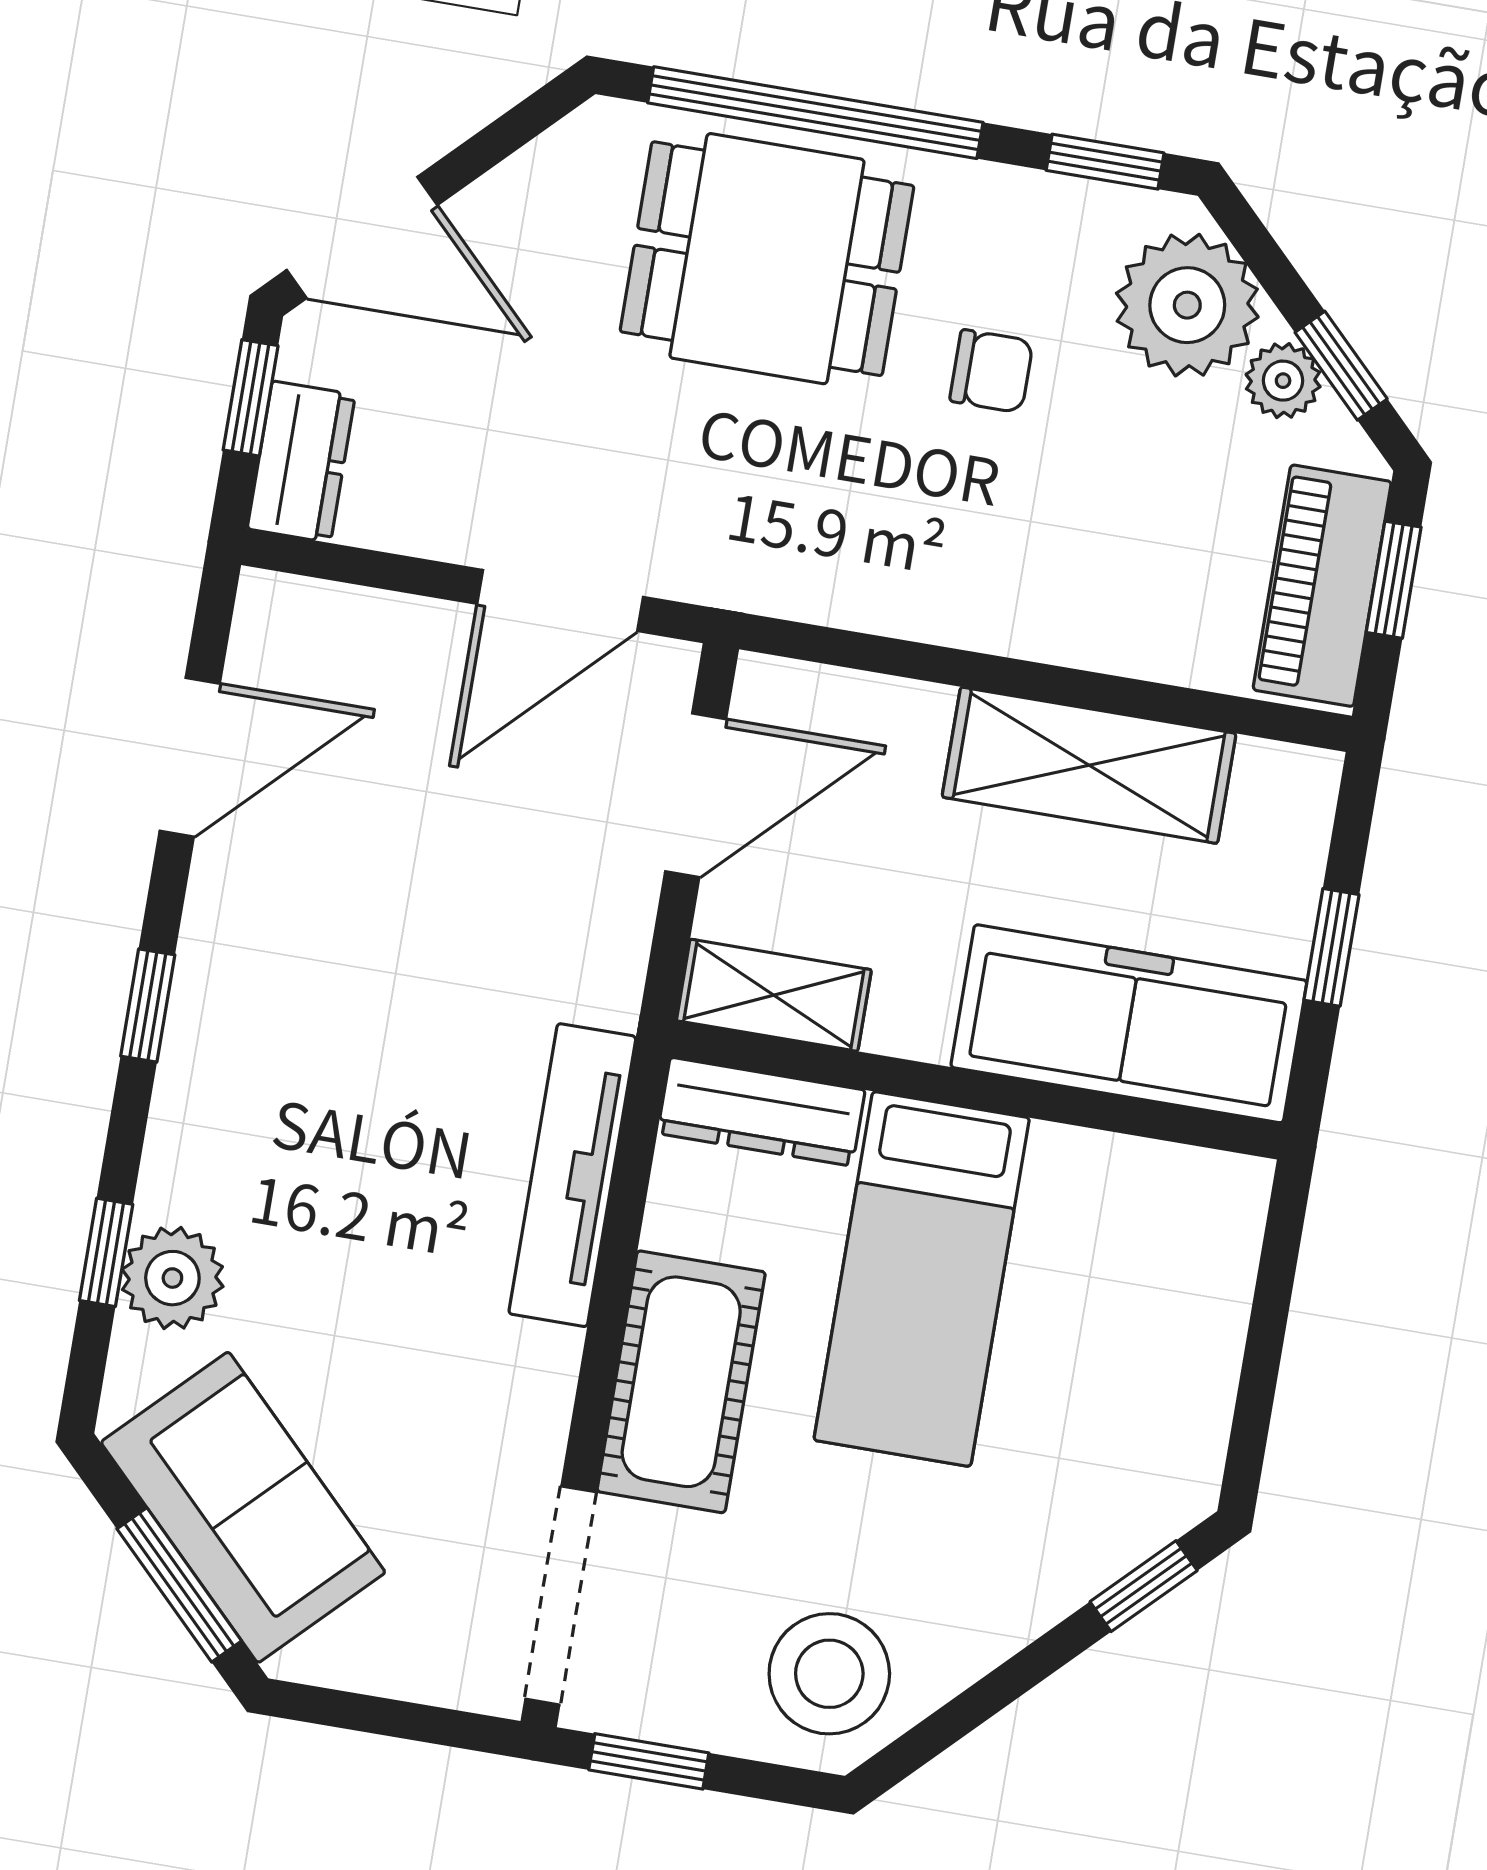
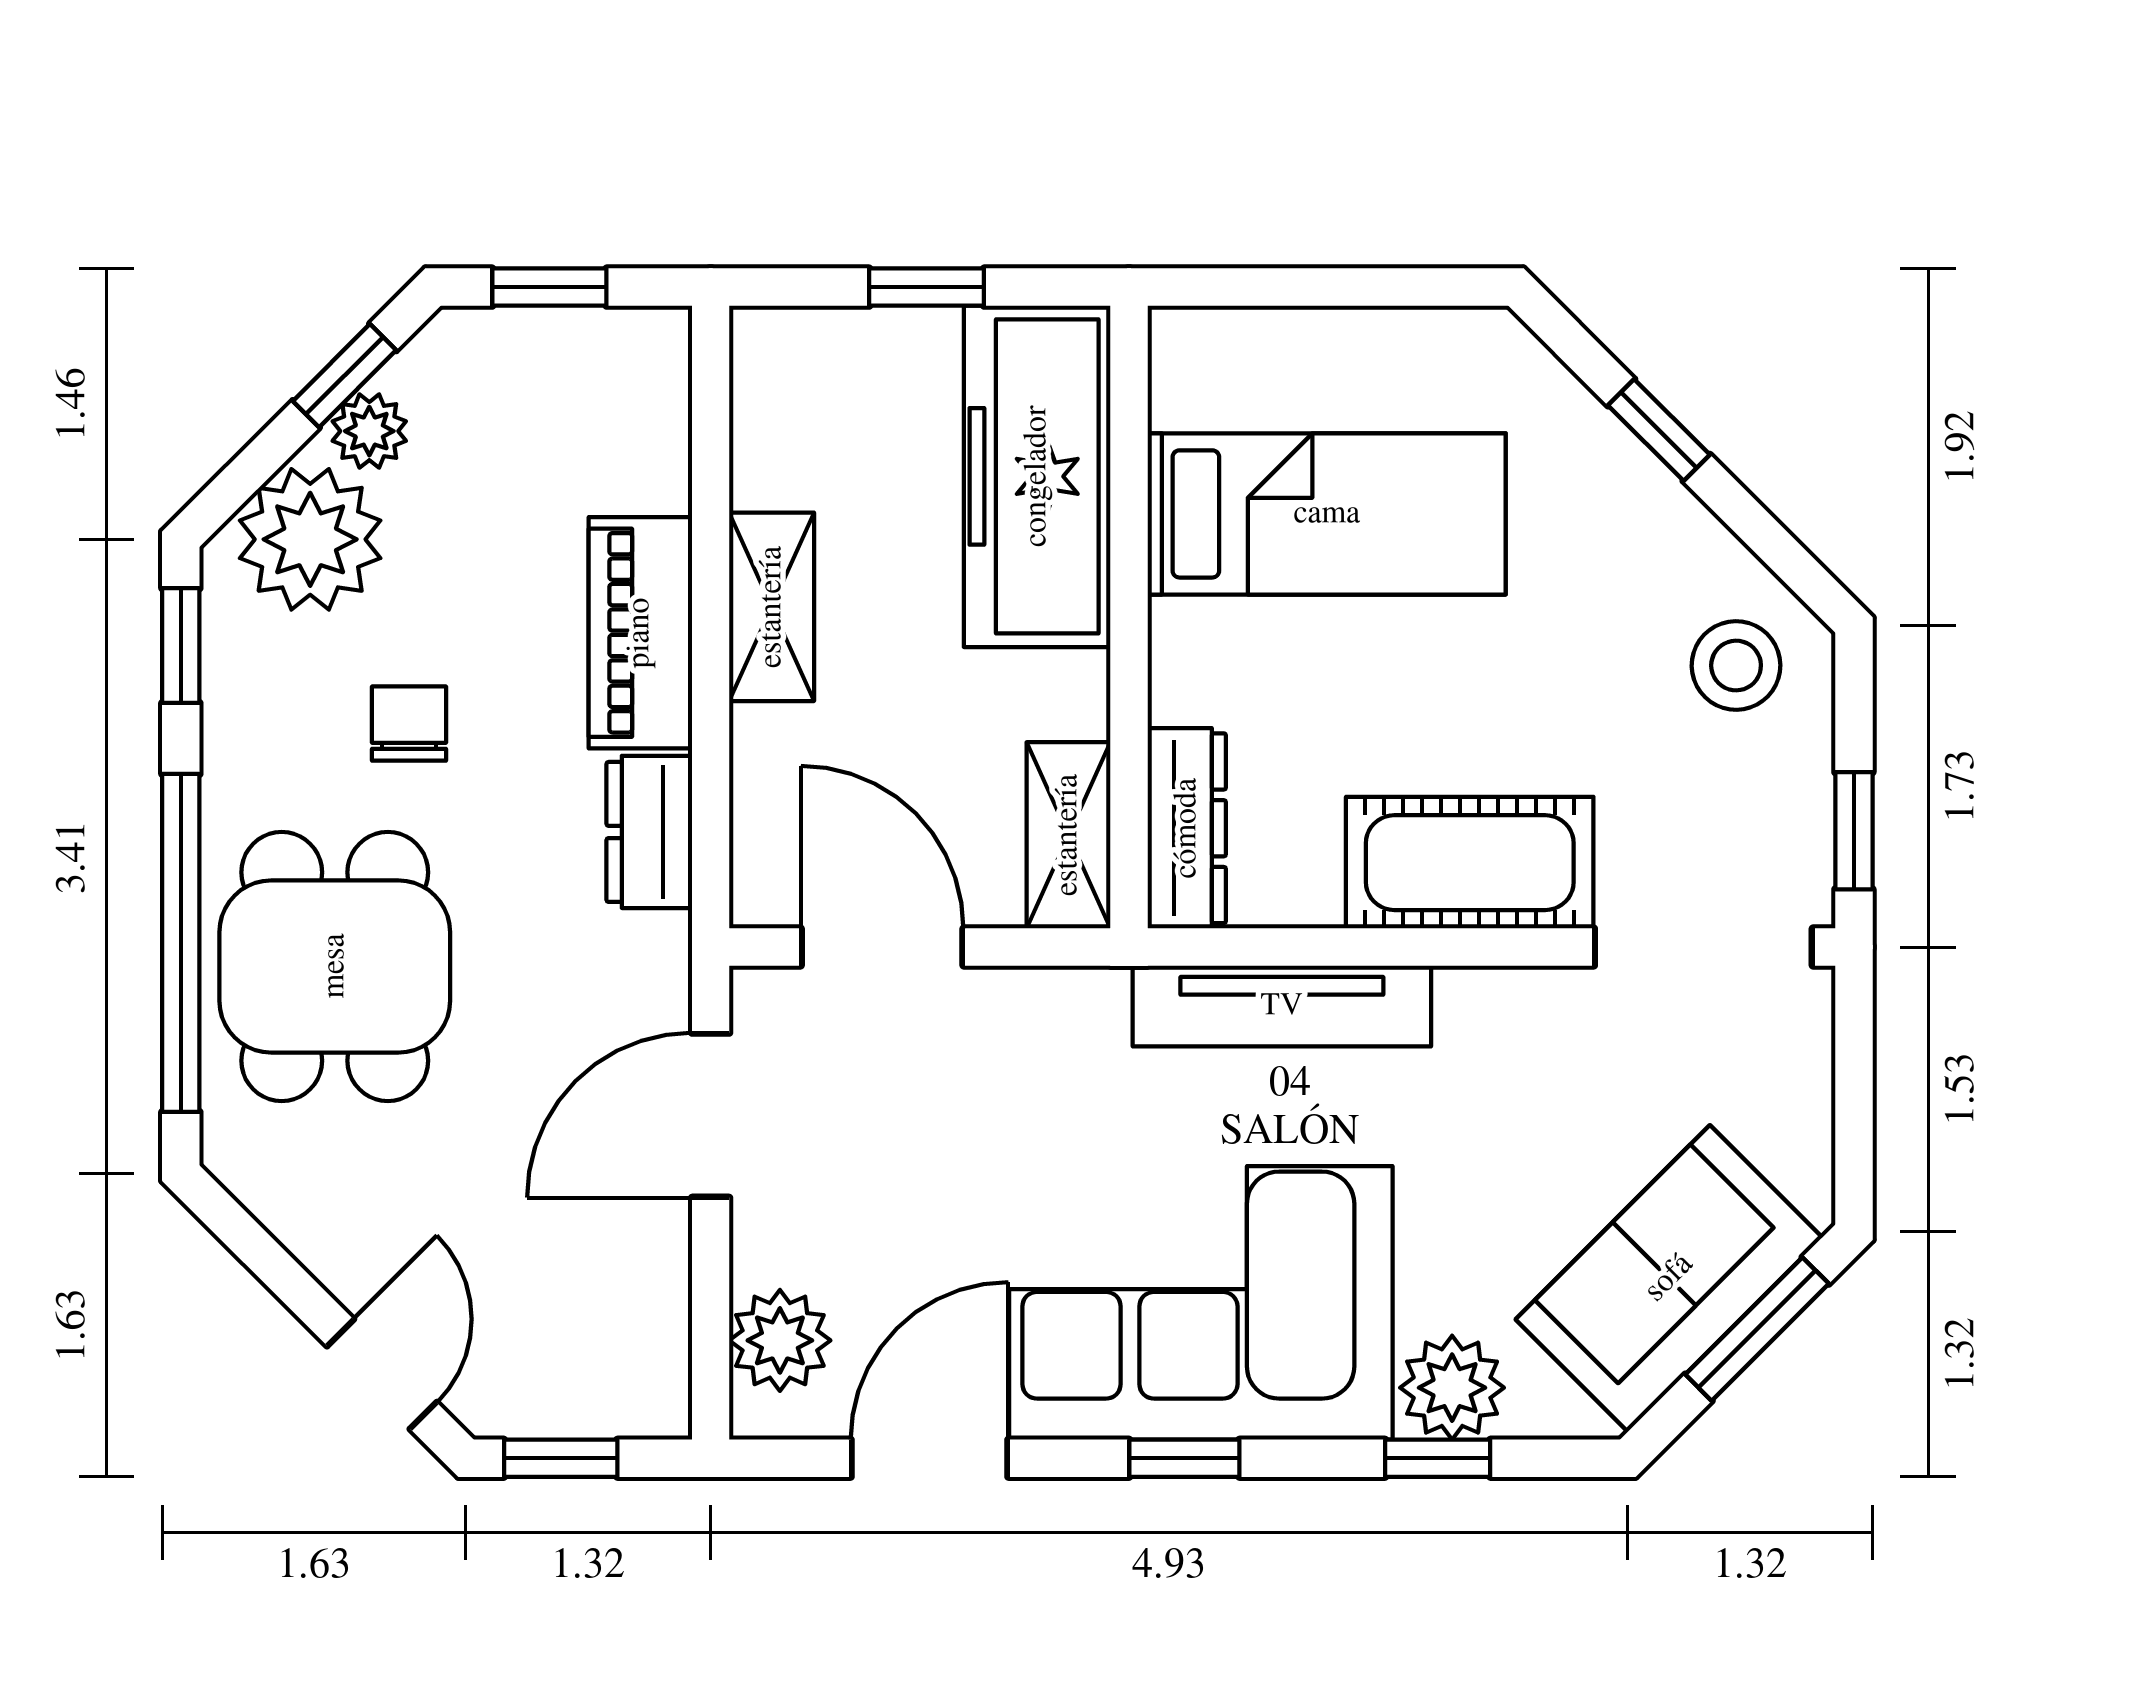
door: (362, 237) -> (382, 1374), width x0.73
dresser: (301, 462) -> (649, 832), moved, turned -90
piano: (1322, 586) -> (640, 633), moved, turned 90
door: (560, 600) -> (711, 1115), swing flipped
plant: (329, 631) -> (780, 1340), added
door: (190, 757) -> (930, 1458), hinge flipped
shelving: (1089, 765) -> (772, 607), width x0.67, depth x0.75
corner sofa: (296, 1047) -> (1201, 1303), added
bed: (922, 1279) -> (1327, 514), moved
window: (1144, 1586) -> (1659, 430), moved
stool: (829, 1674) -> (1736, 666), width x0.73, depth x0.73

